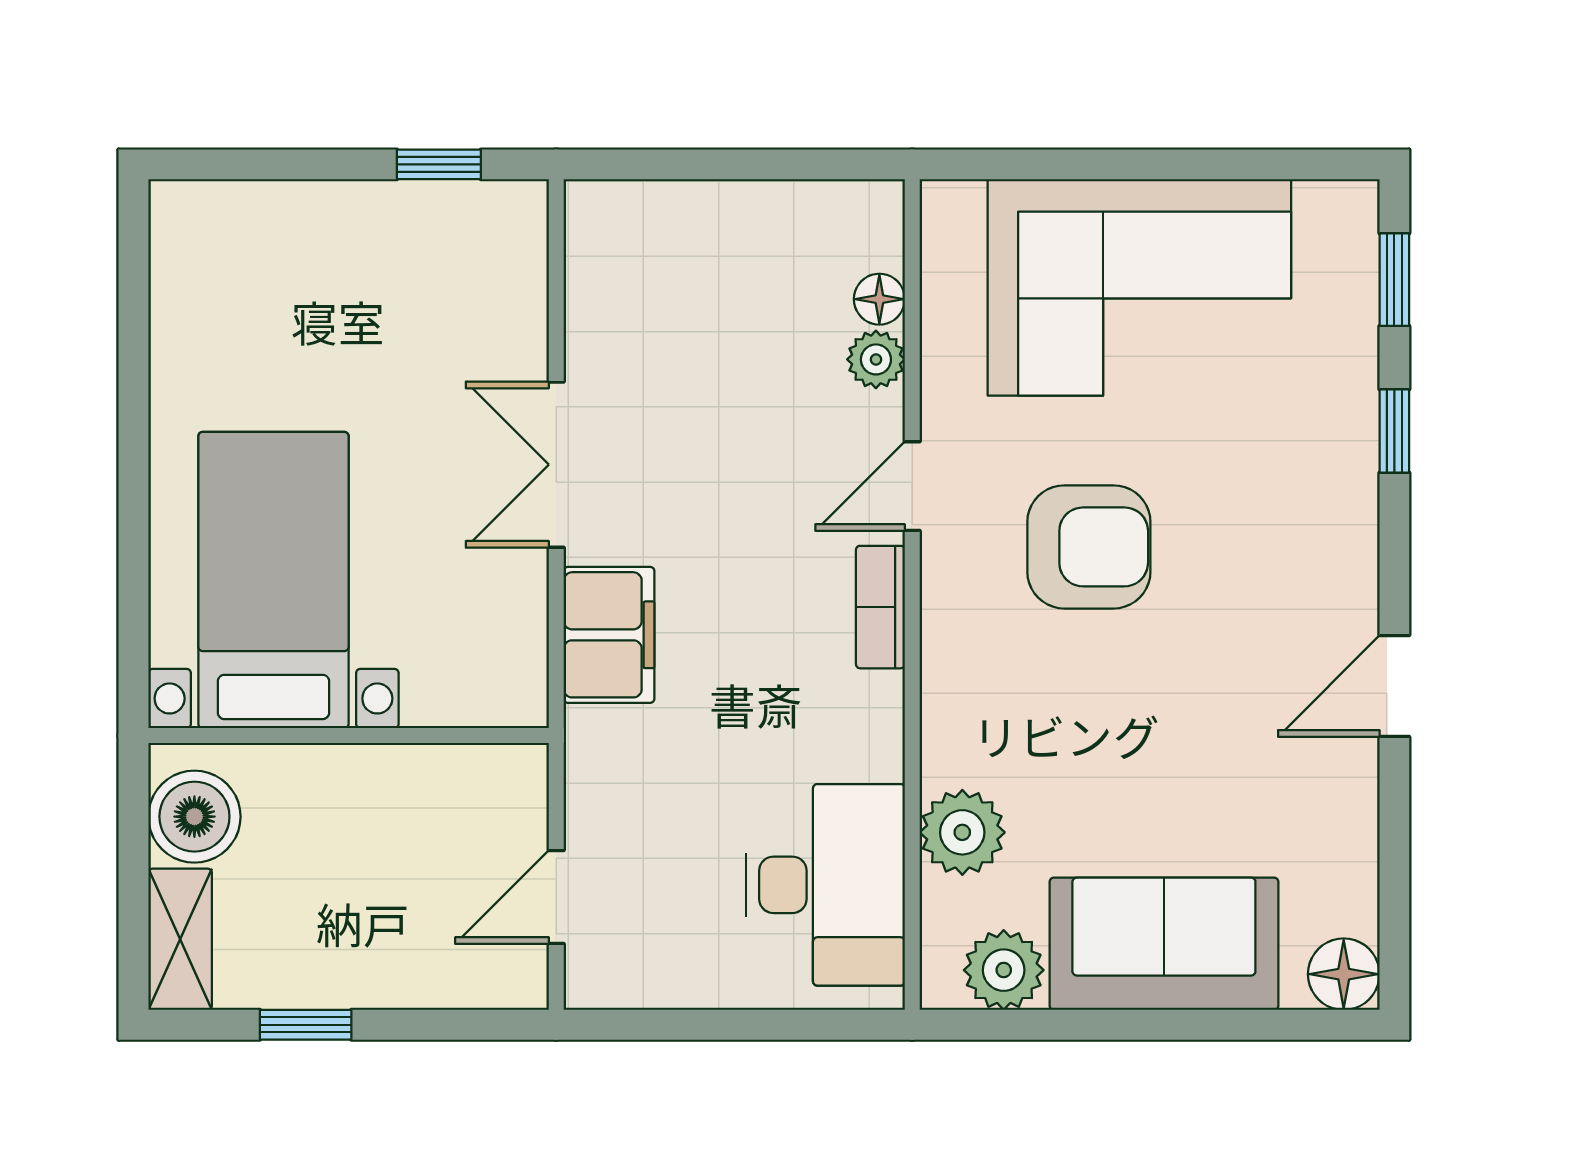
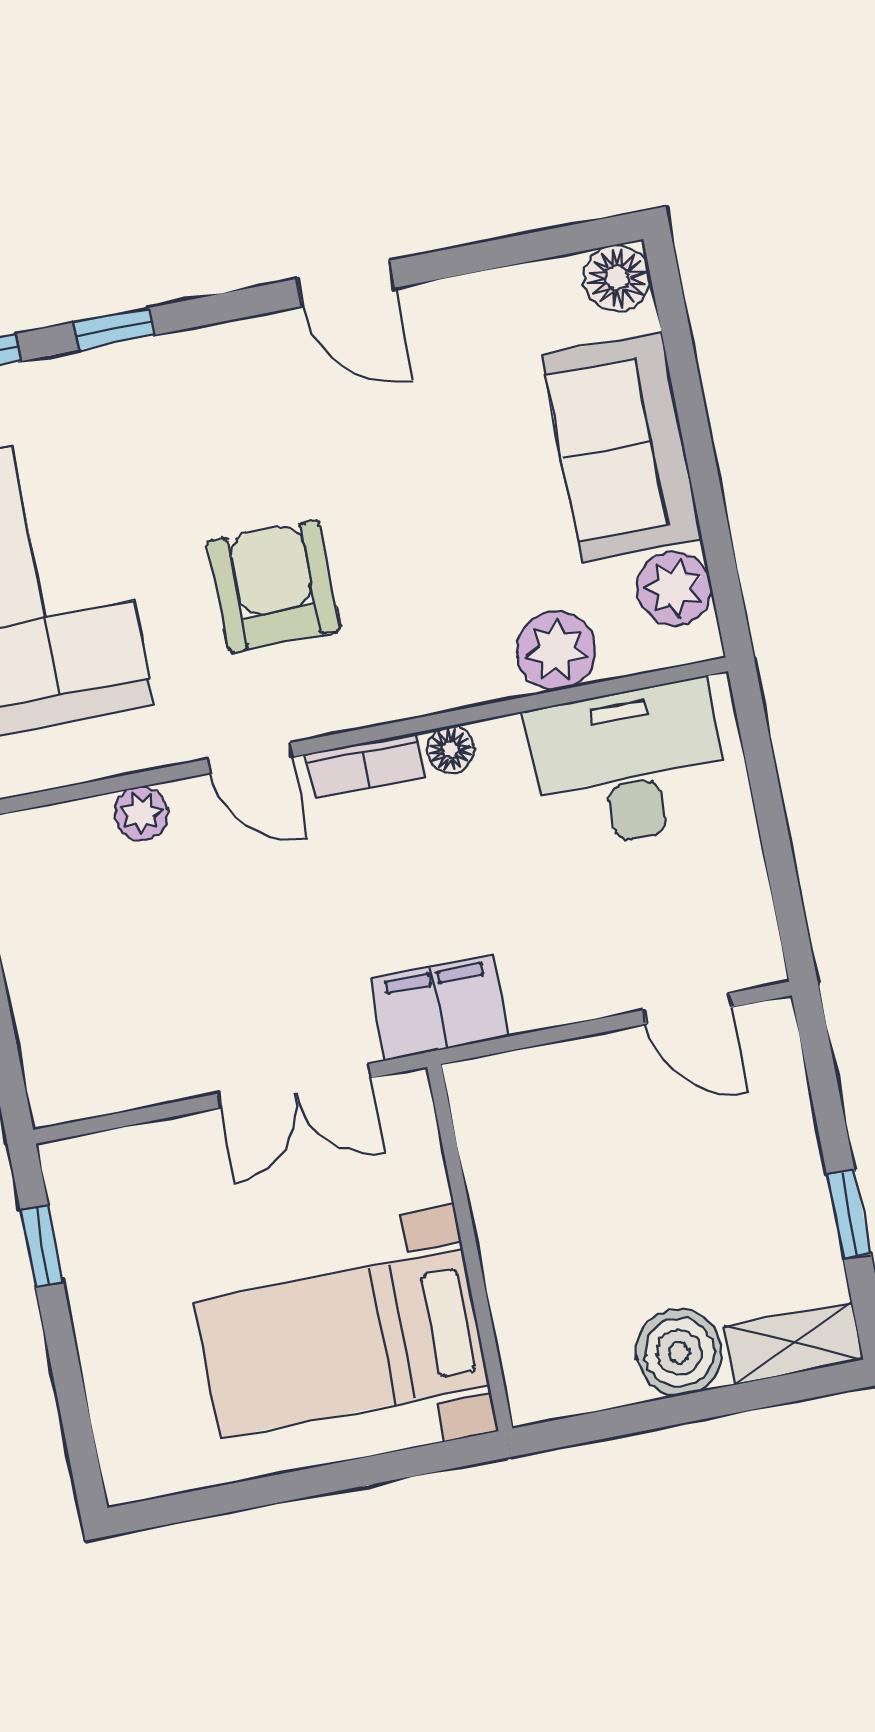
floor lamp: (879, 299) -> (450, 750), moved
bed with nightstands: (273, 580) -> (342, 1344), moved
wall: (349, 736) -> (470, 1248), moved

